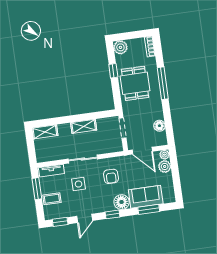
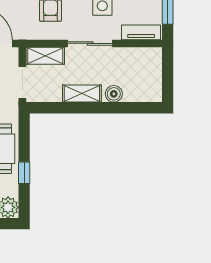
boiler: (63, 129) -> (114, 94), added
shelving: (45, 132) -> (45, 56), moved

